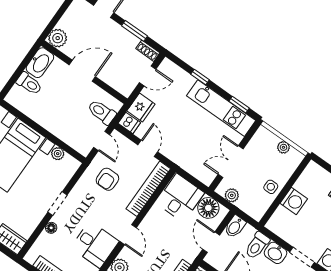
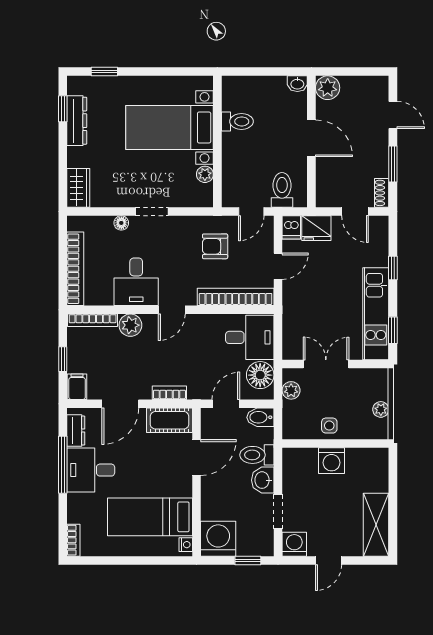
washbasin: (40, 63) -> (297, 84), width x0.52, depth x0.69
toilet: (29, 84) -> (237, 121), moved, turned -90

